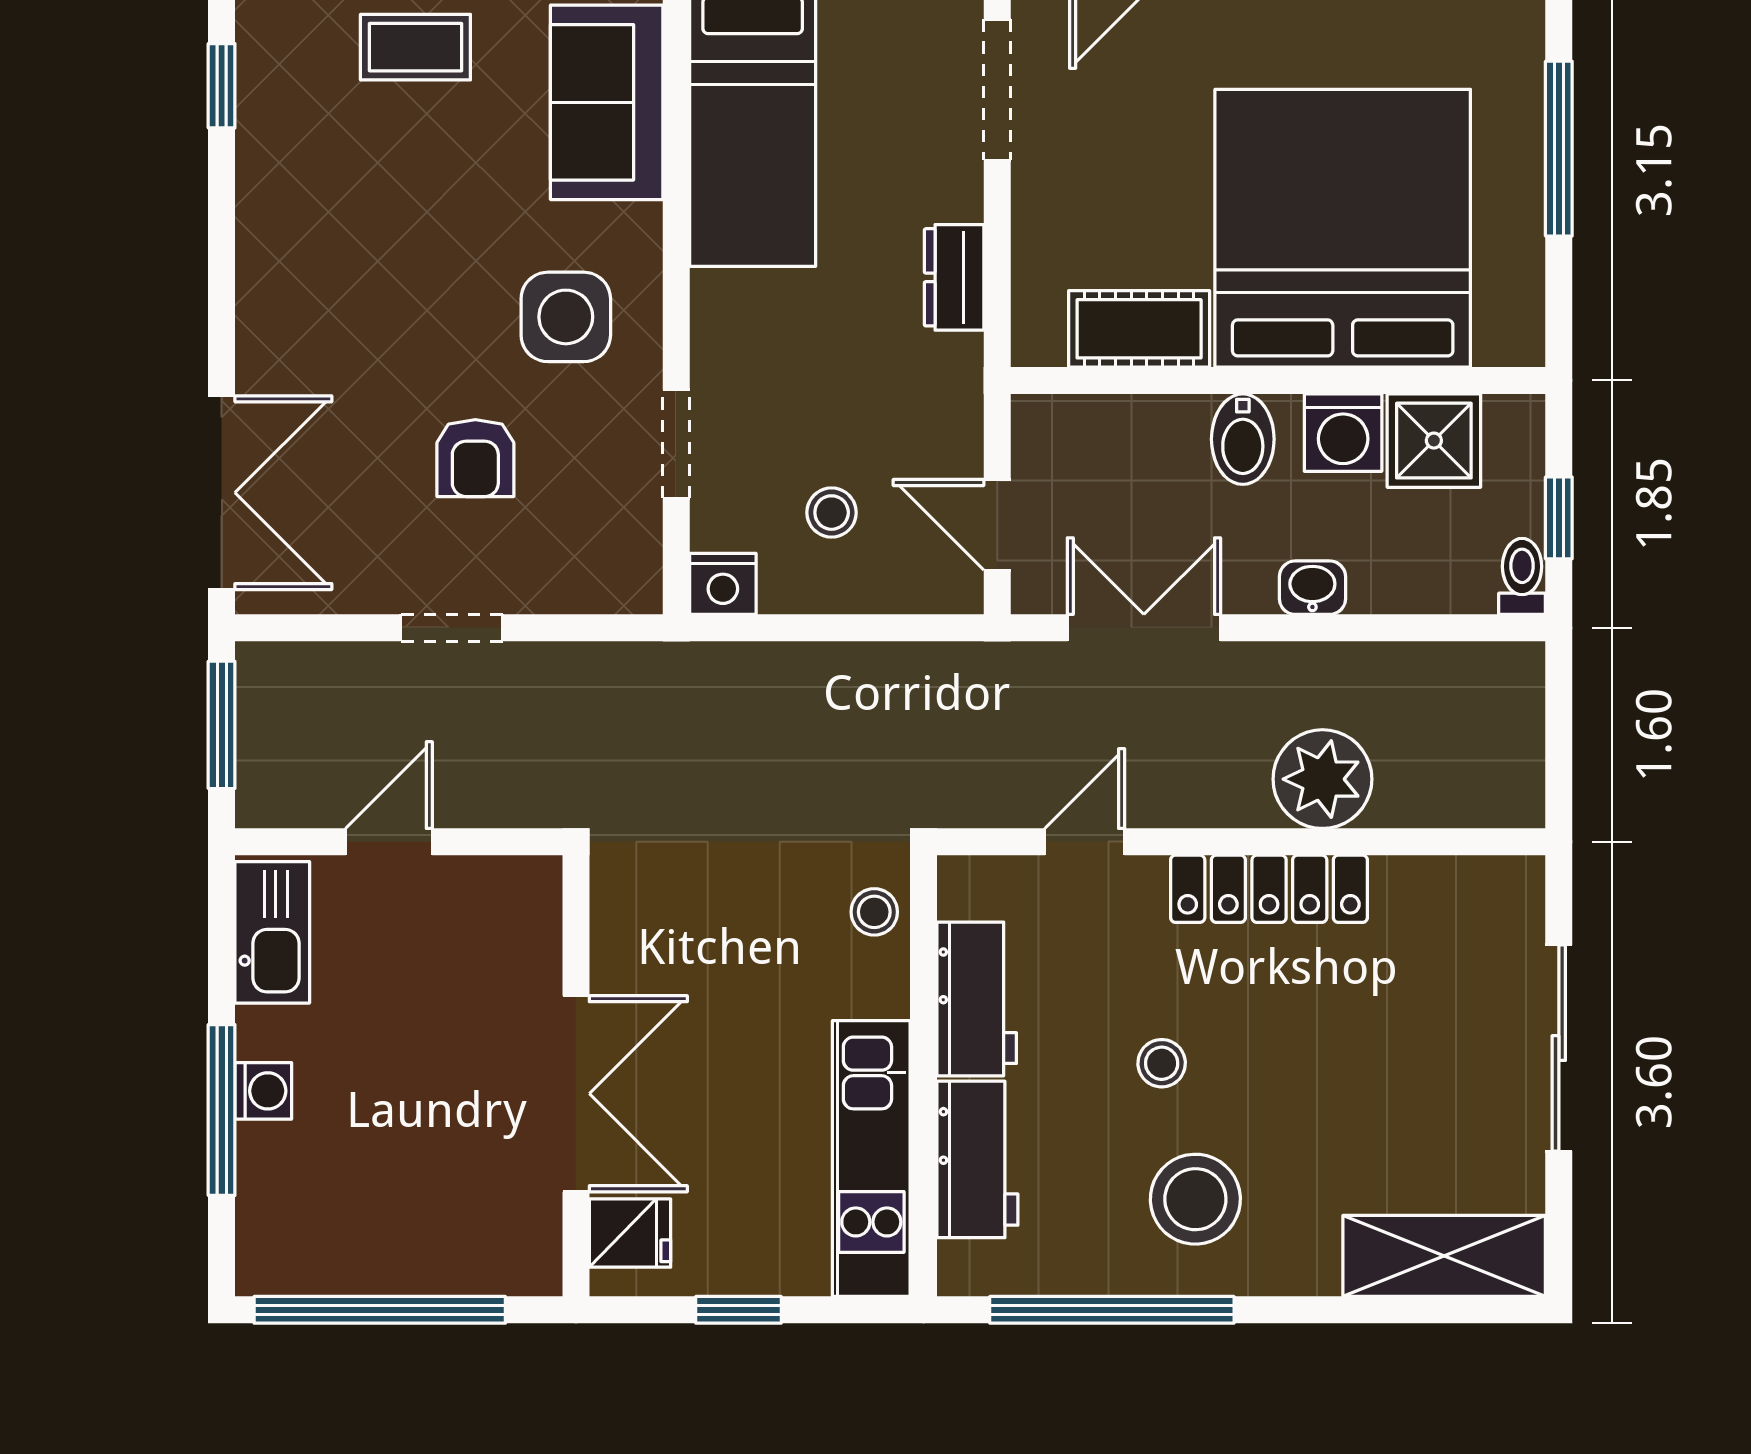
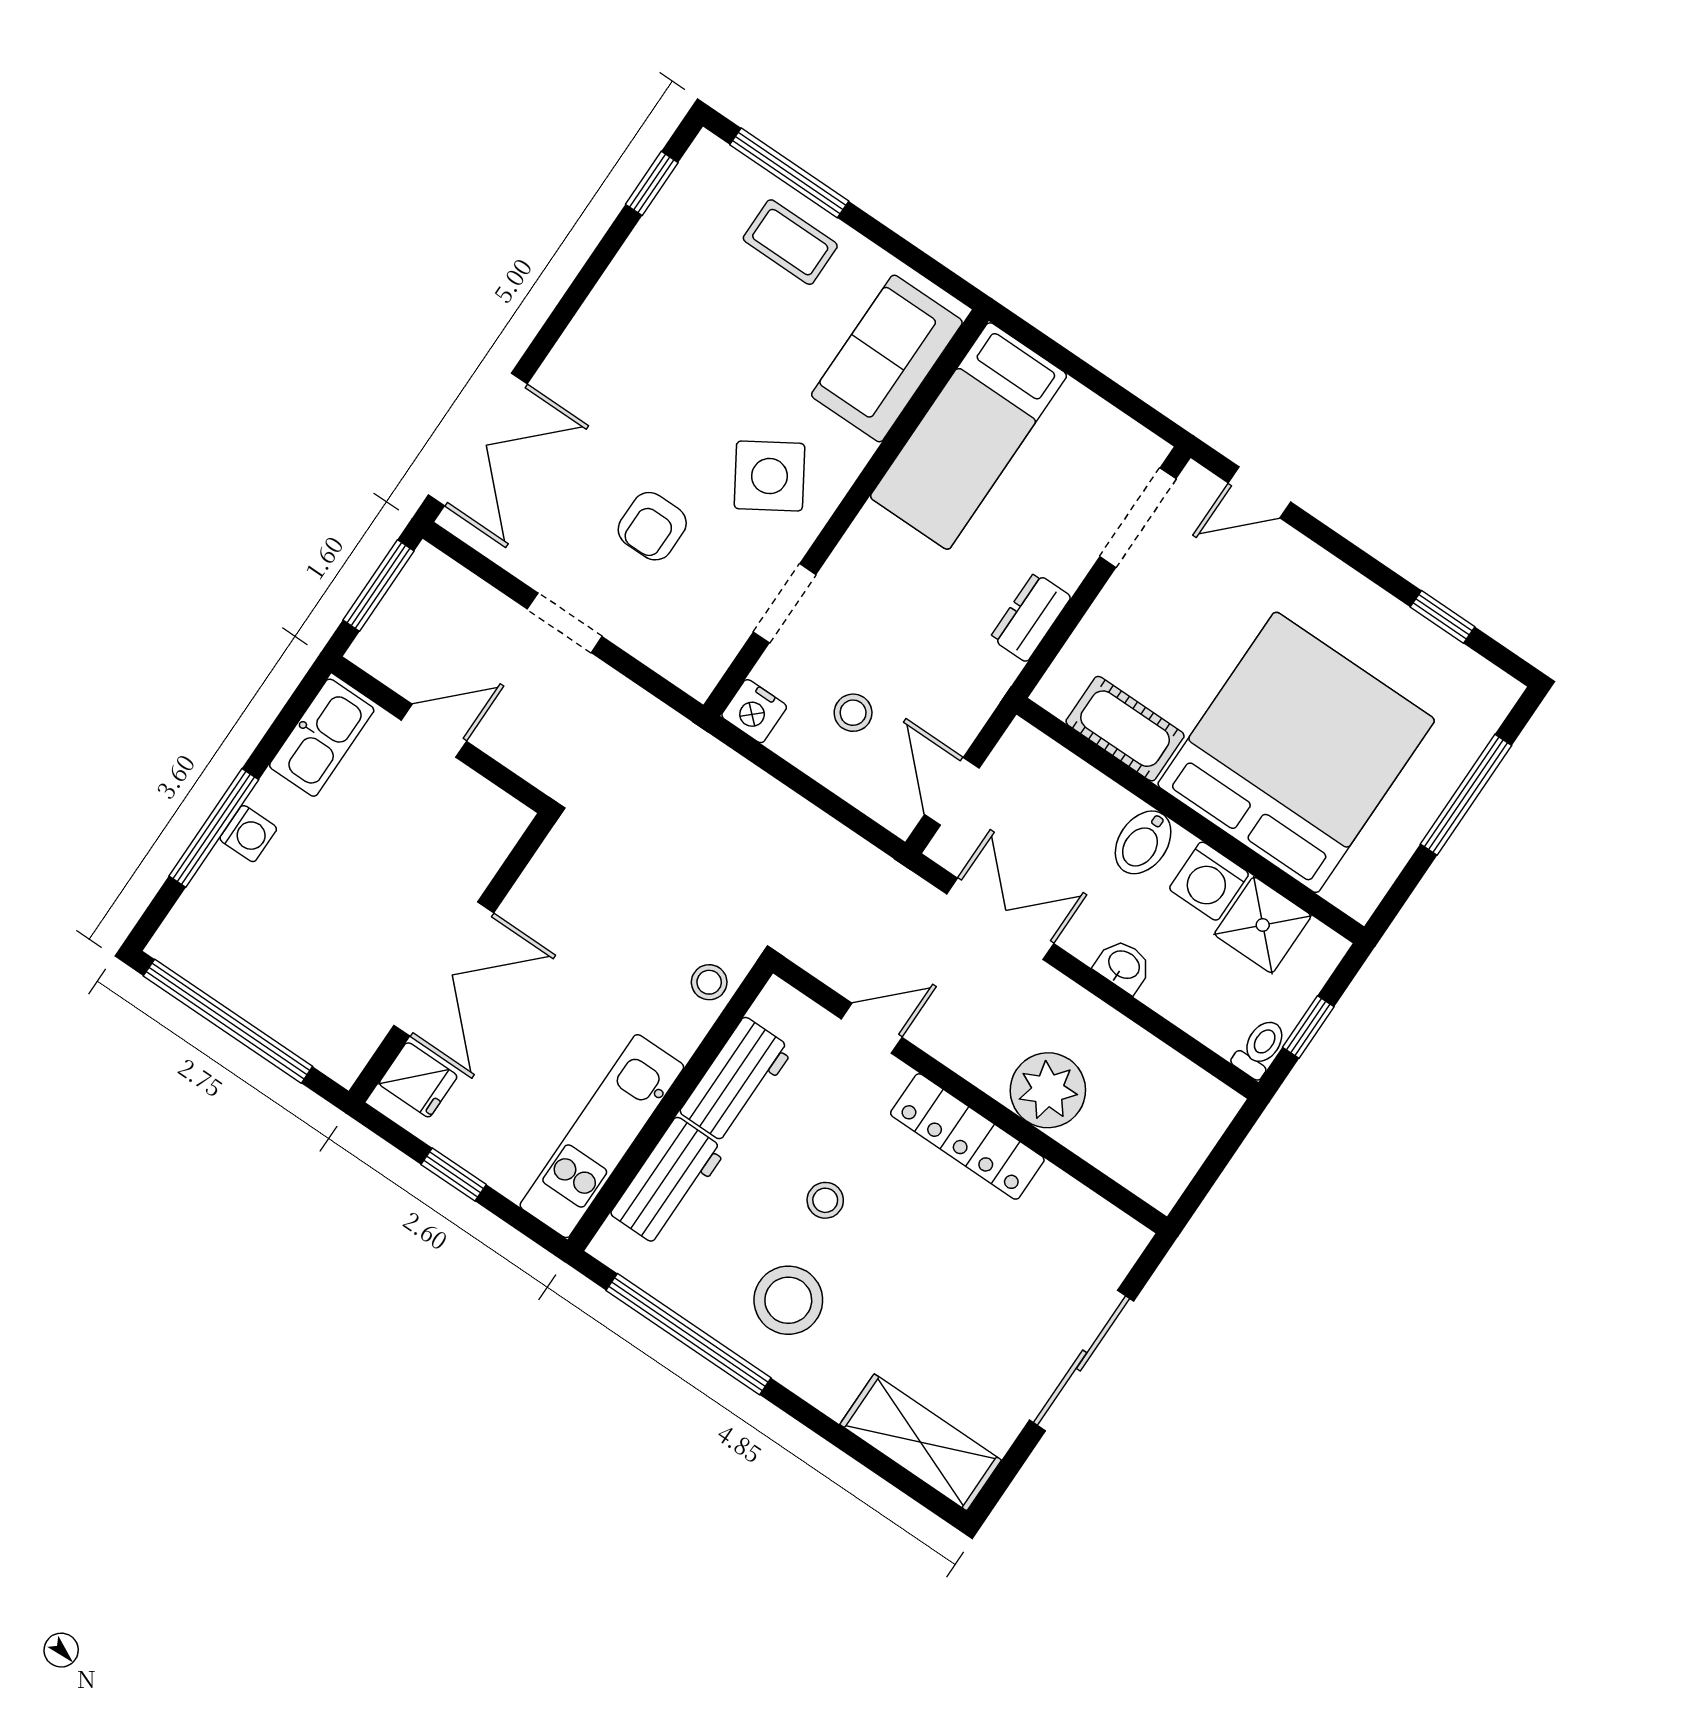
side table: (566, 317) -> (769, 476), turned -32

